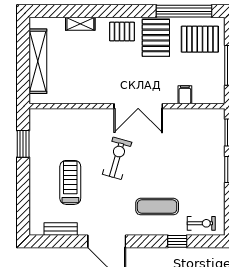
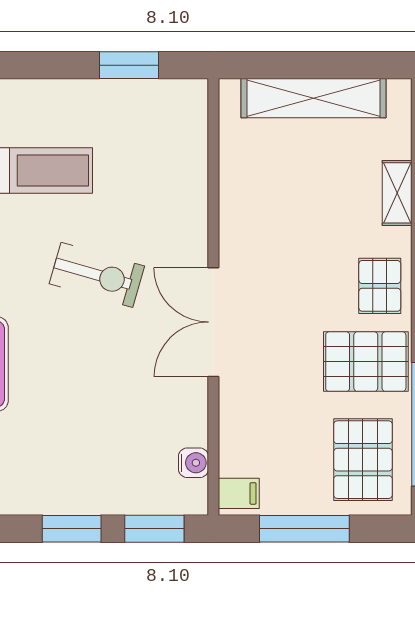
filing cabinet: (185, 95) -> (239, 493), moved
water cooler: (201, 115) -> (193, 463), added

